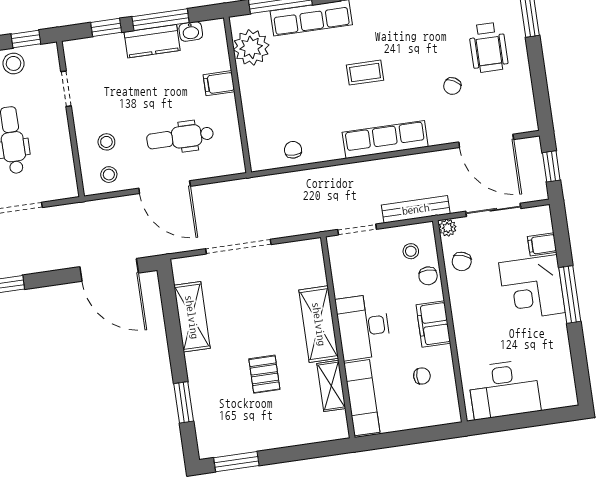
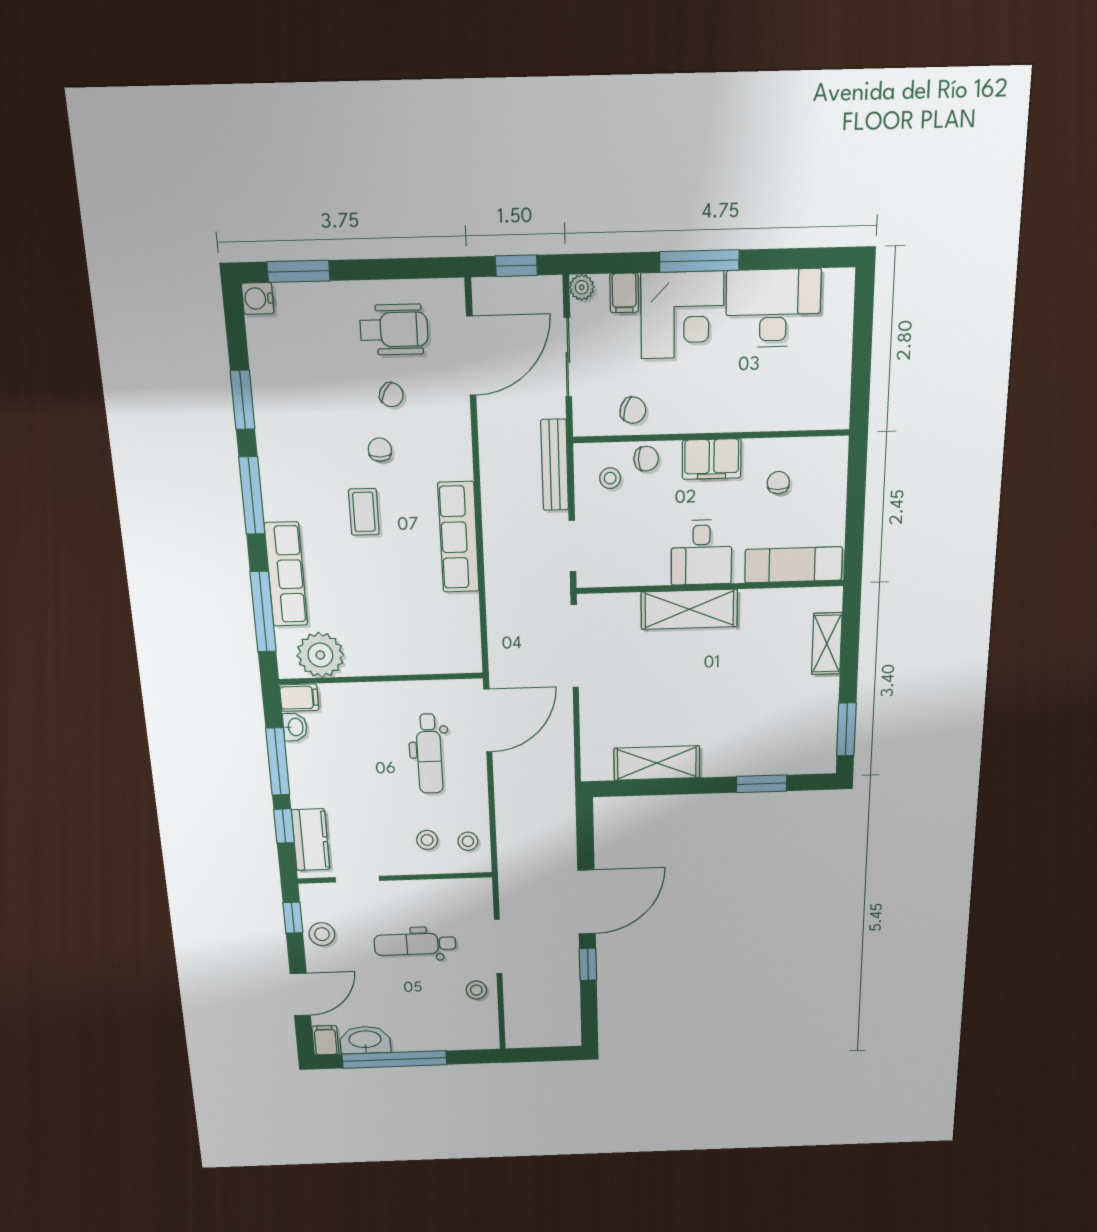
kitchen counter: (152, 41) -> (311, 840), moved
wheelchair: (488, 47) -> (394, 330), moved
filing cabinet: (219, 83) -> (299, 698), moved, turned -90
row of seats: (385, 139) -> (458, 537), moved
chair: (293, 150) -> (380, 450), moved, turned 90
door: (165, 187) -> (488, 721), moved
plant: (448, 228) -> (582, 287), moved
doorway: (238, 247) -> (575, 646), moved
door: (109, 270) -> (587, 902), moved
desk: (363, 327) -> (701, 552), width x0.73
pallet: (264, 374) -> (743, 684), removed
shelving: (331, 386) -> (827, 644), moved, turned 90
desk: (504, 389) -> (773, 308), moved, turned -90

